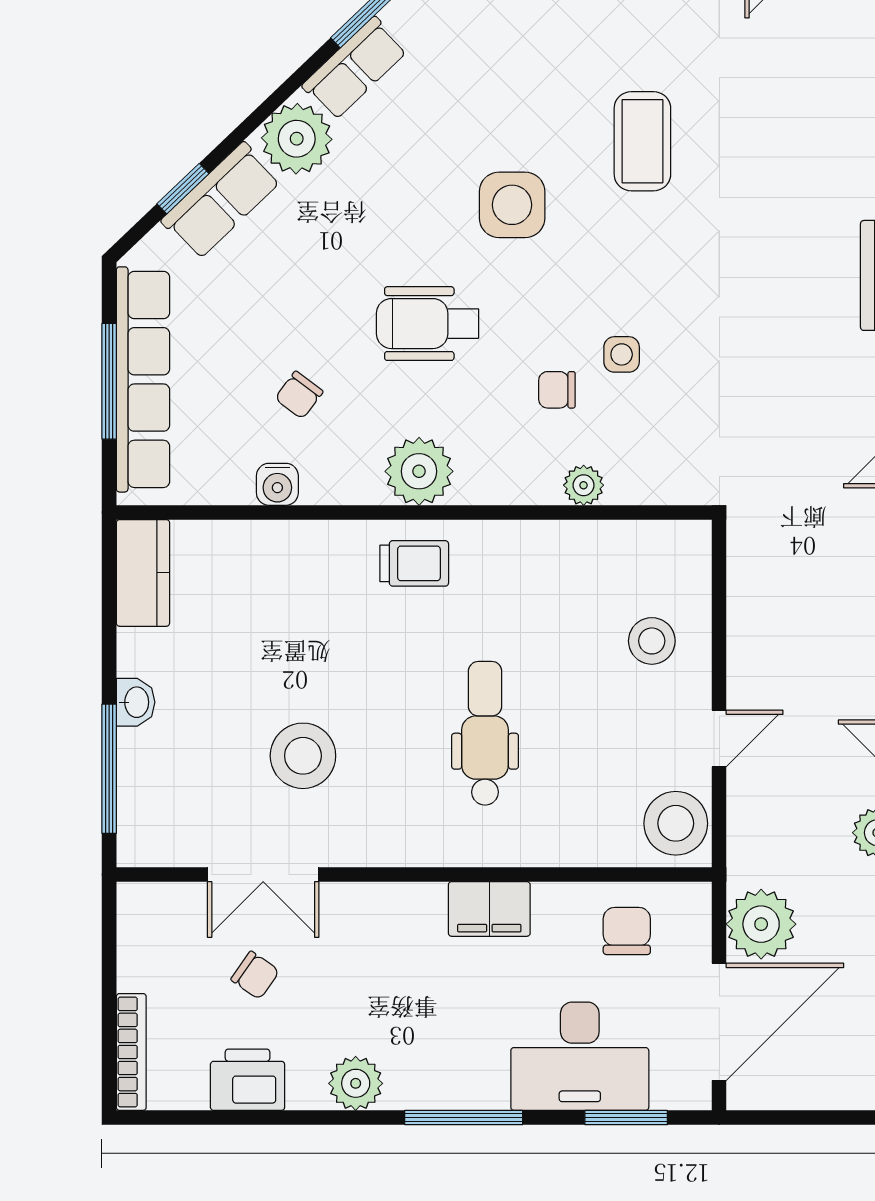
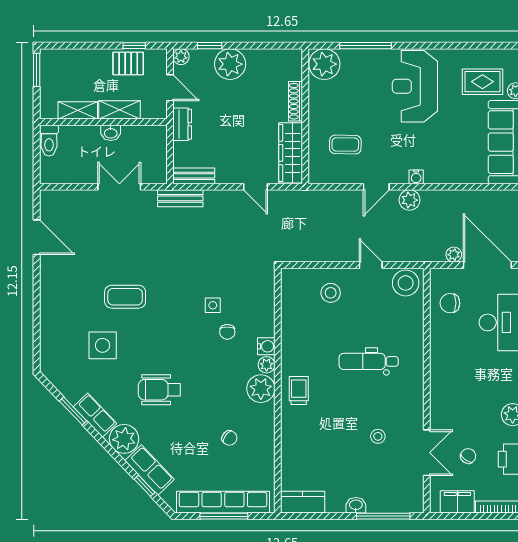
side table: (512, 205) -> (103, 345), moved
wheelchair: (427, 324) -> (159, 390), moved, turned 90
water cooler: (277, 484) -> (266, 346), moved
plant: (584, 485) -> (267, 365), moved
stool: (303, 756) -> (378, 436), width x0.53, depth x0.53
filing cabinet: (489, 909) -> (457, 502), moved, turned -90
plant: (761, 924) -> (454, 255), width x0.53, depth x0.53

